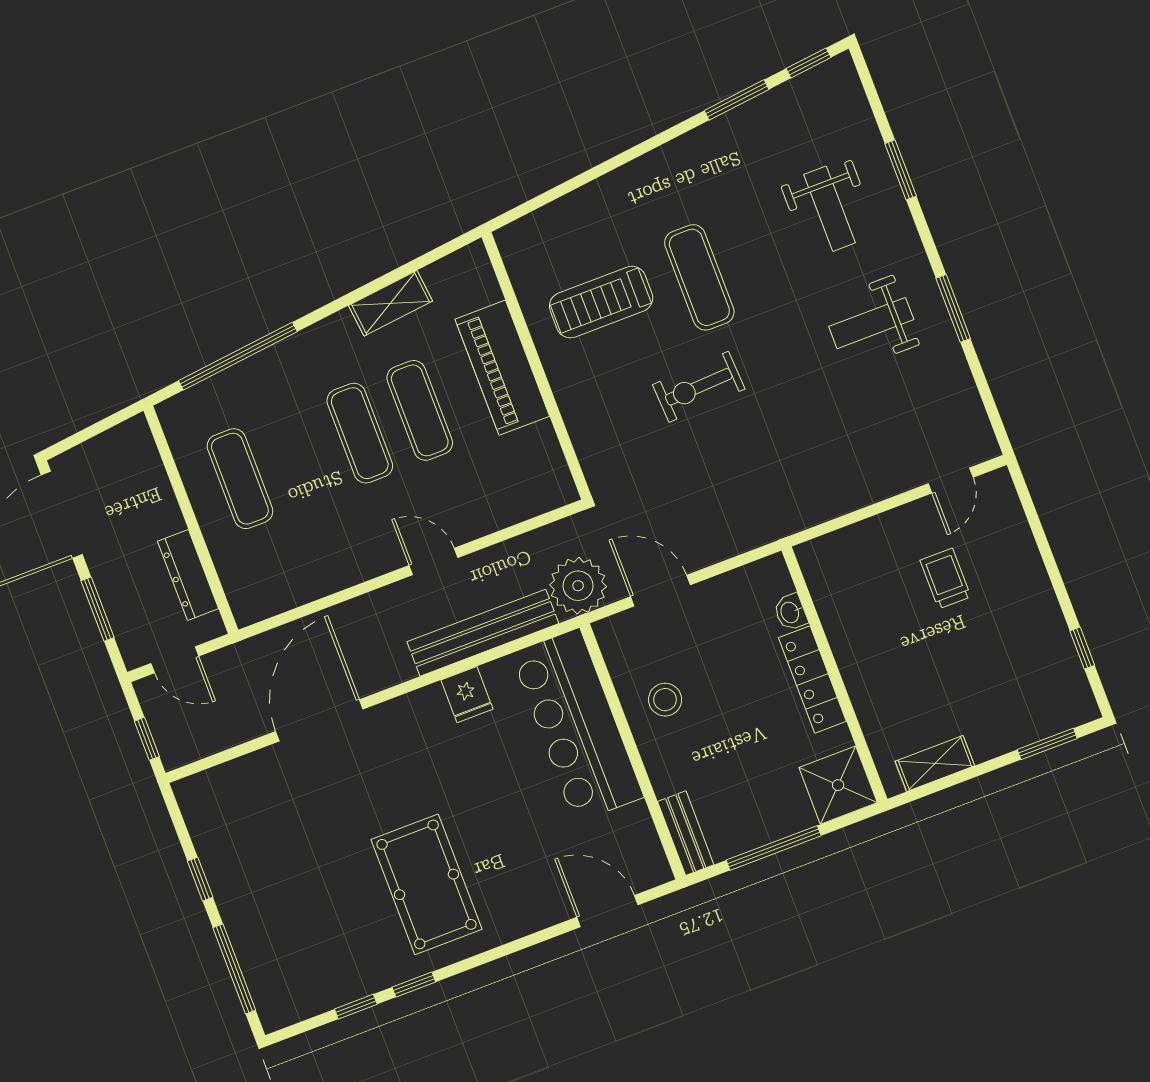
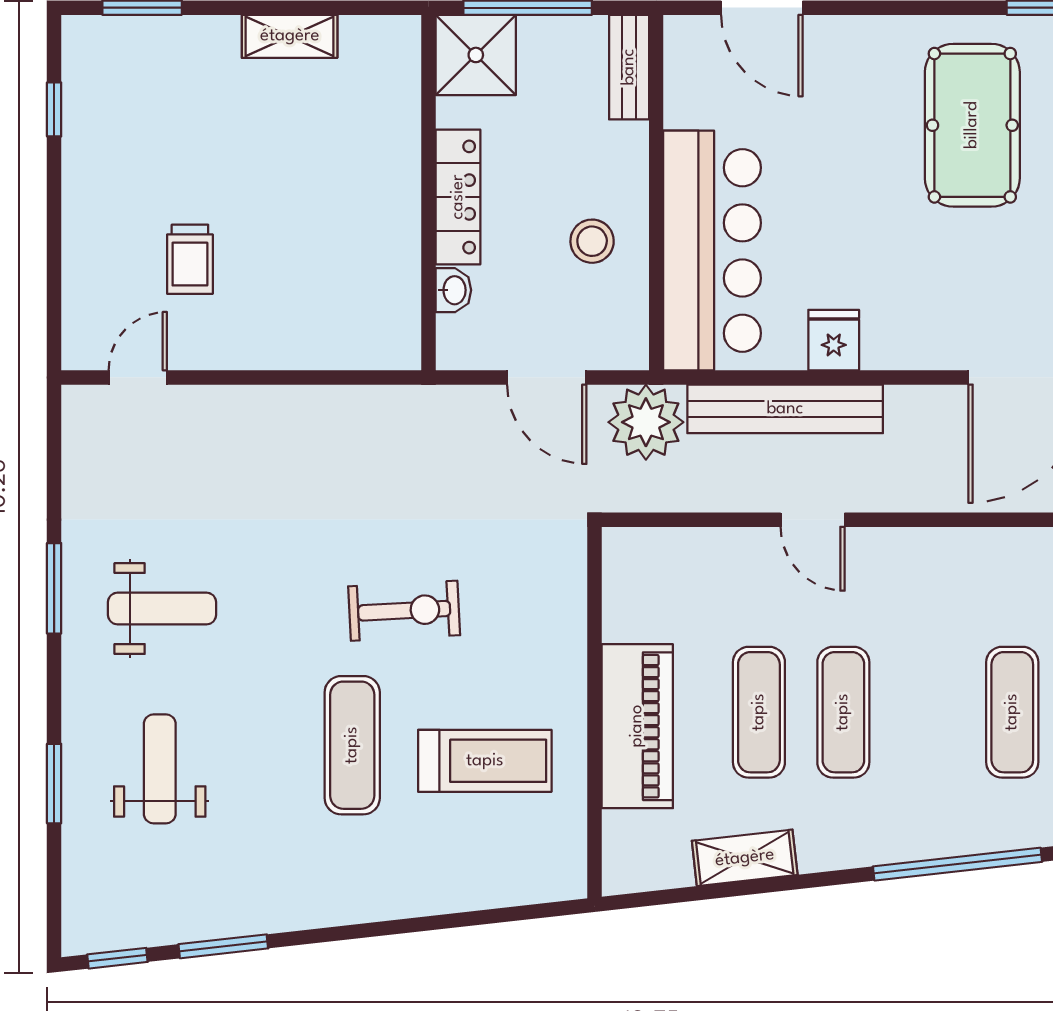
washbasin: (791, 612) -> (453, 290), moved
wall: (834, 675) -> (429, 193), moved
locker: (812, 680) -> (458, 197), moved
shower: (838, 785) -> (476, 55), moved

